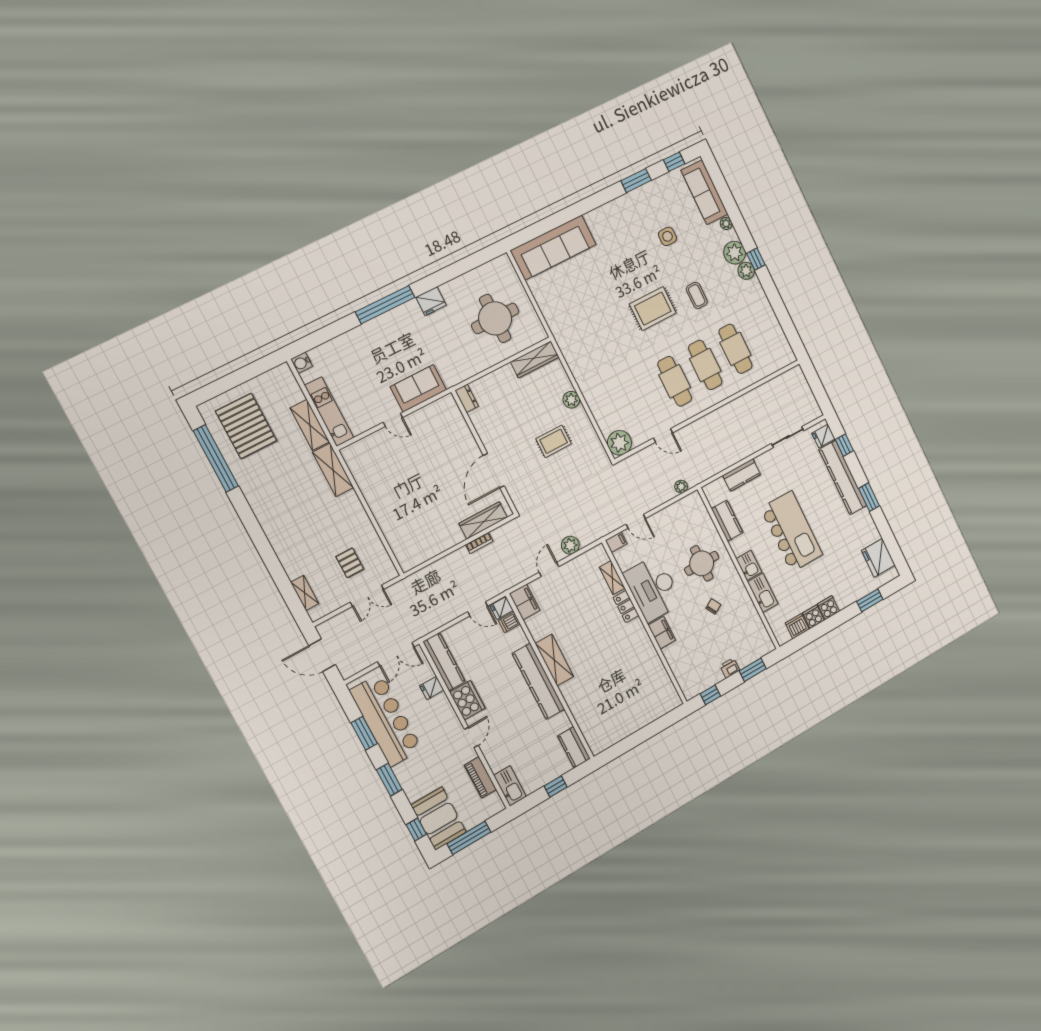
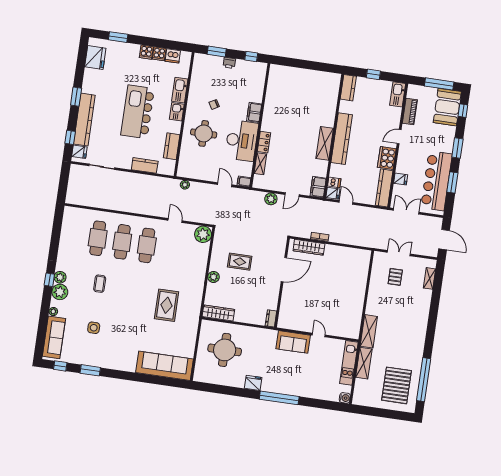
rug: (653, 309) -> (167, 305), moved, turned 90

